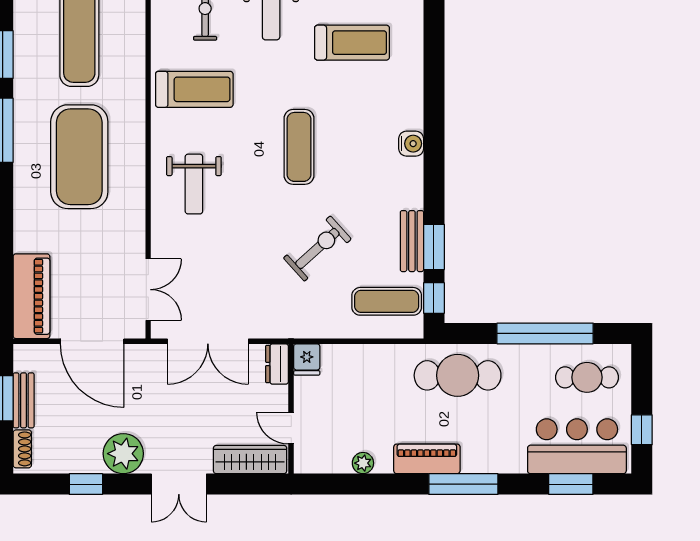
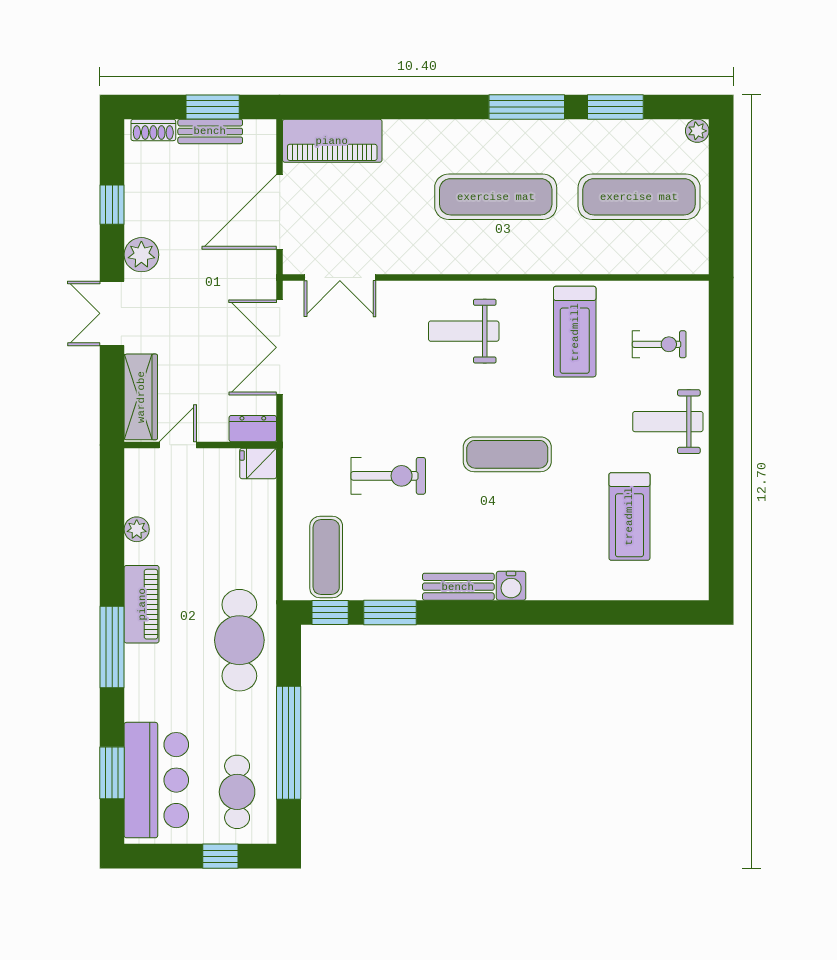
exercise mat: (79, 157) -> (496, 197), width x0.68
bench: (412, 241) -> (458, 587), moved
exercise bike: (317, 248) -> (388, 476), turned -48
window: (642, 430) -> (220, 856), moved
plant: (123, 454) -> (141, 255), width x0.73, depth x0.73

